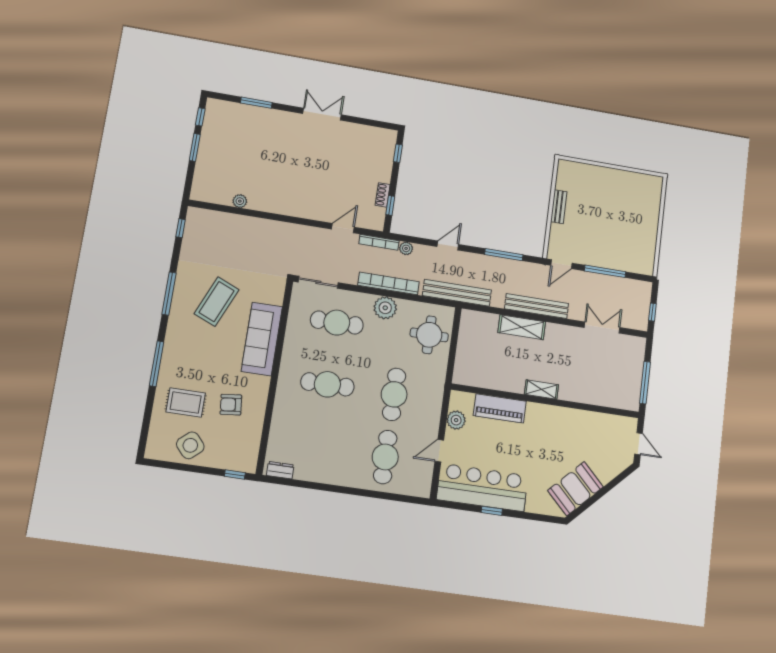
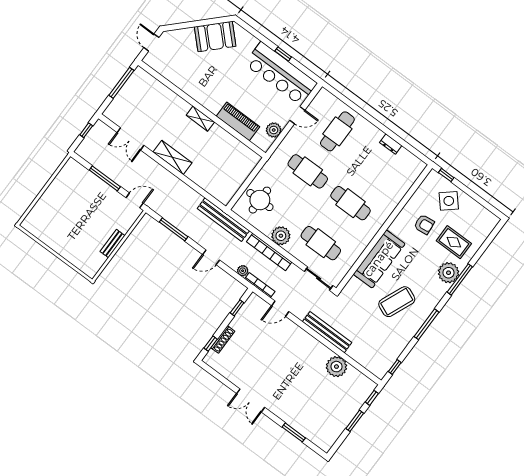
window: (200, 117) -> (372, 398), moved
shoe rack: (383, 195) -> (223, 339), moved, width x1.43
plant: (240, 201) -> (336, 367), width x1.87, depth x1.87
bench: (537, 306) -> (327, 332), moved
shelving: (522, 327) -> (172, 157), moved
plant: (174, 365) -> (449, 273), added
cafe table: (394, 394) -> (308, 171), turned 90
side table: (190, 445) -> (449, 201), moved
dresser: (280, 470) -> (391, 144), moved

